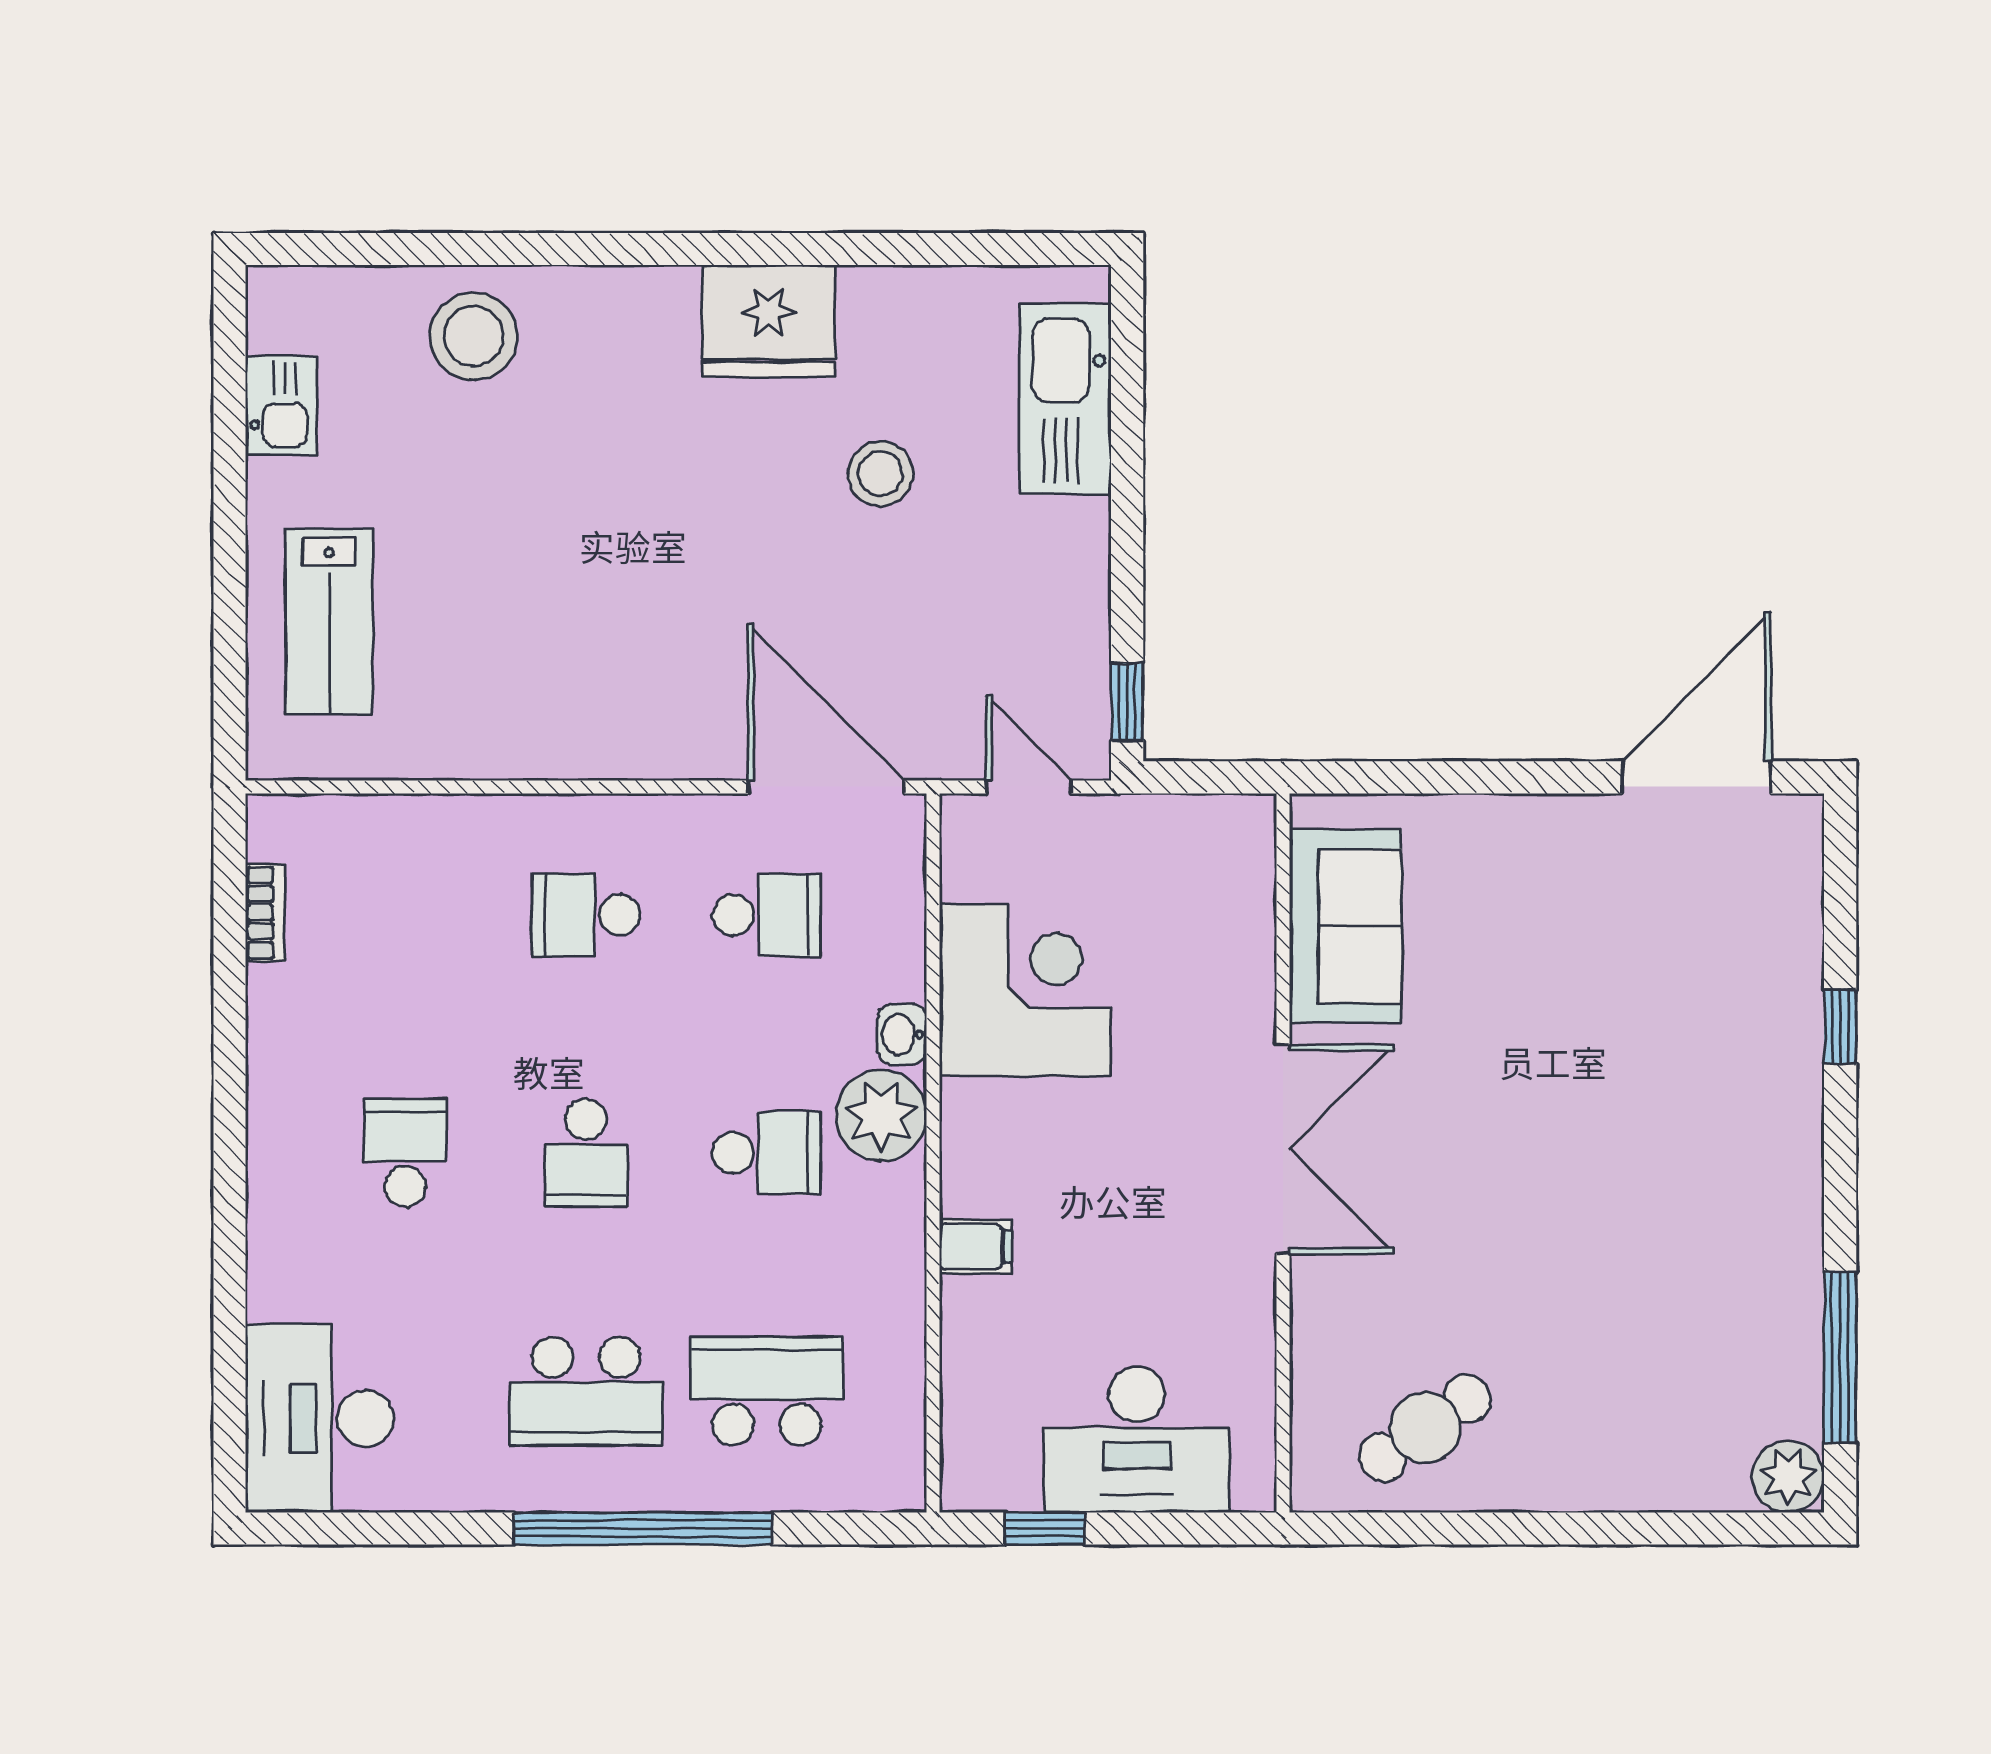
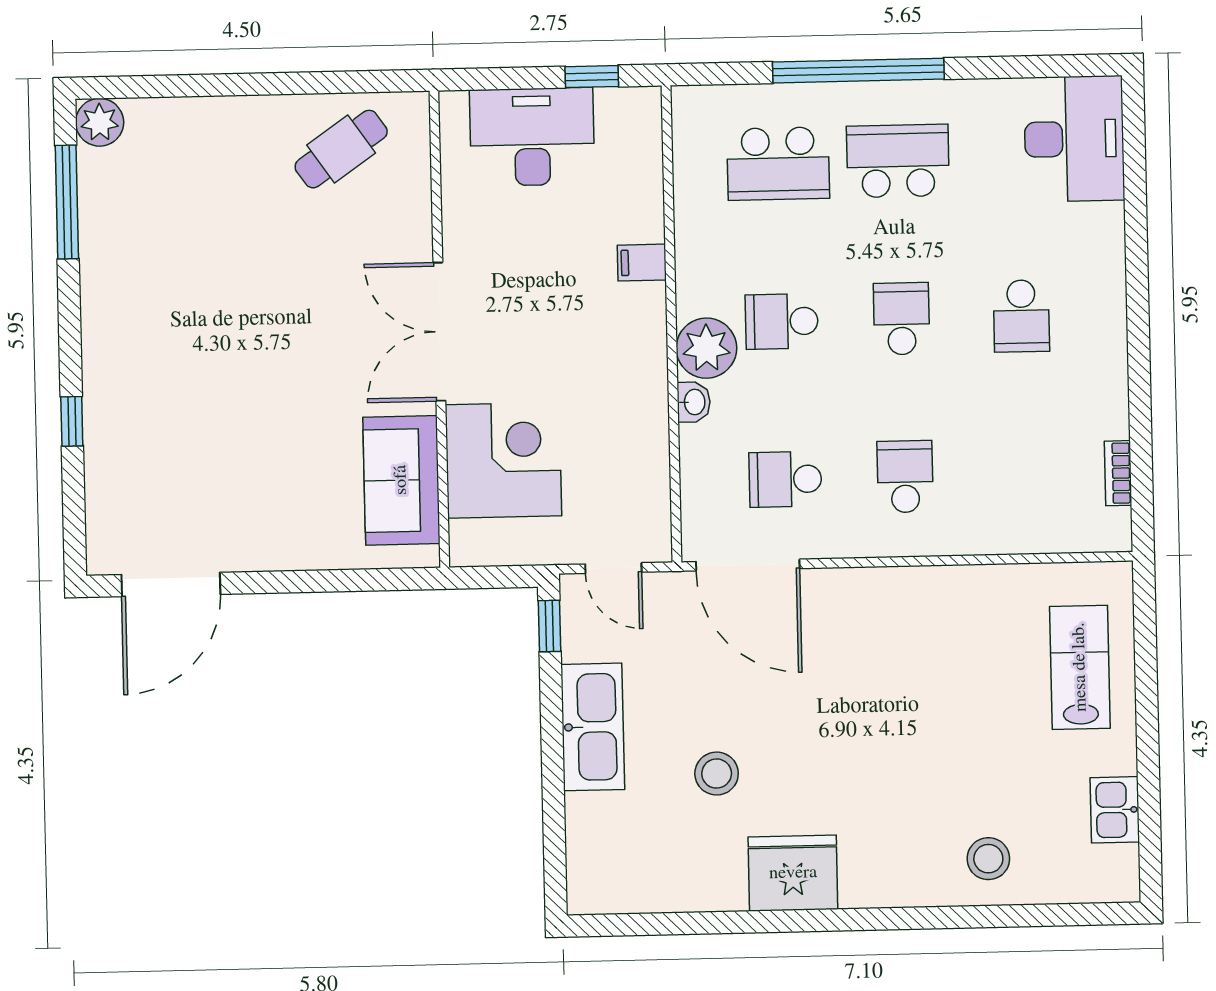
stool: (474, 336) -> (988, 859), width x0.73, depth x0.73
kitchen sink: (1065, 399) -> (593, 727), moved
school desk: (586, 915) -> (905, 477), turned -90
corner desk: (1025, 990) -> (503, 460), moved, turned 180

